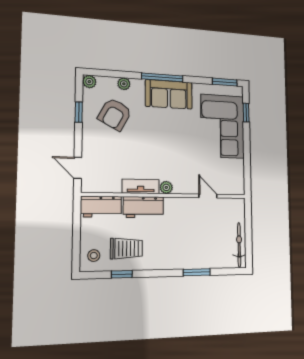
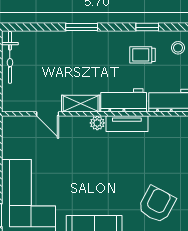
shelving: (181, 205) -> (81, 104), added
trolley: (126, 248) -> (142, 55), width x0.73, depth x0.72
window: (197, 272) -> (82, 27), moved

